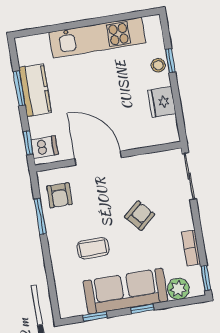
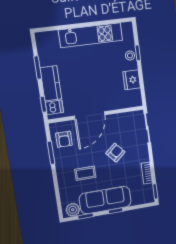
kitchen counter: (35, 90) -> (51, 83), moved
door: (98, 158) -> (90, 115), swing flipped
plant: (178, 289) -> (73, 210), moved

